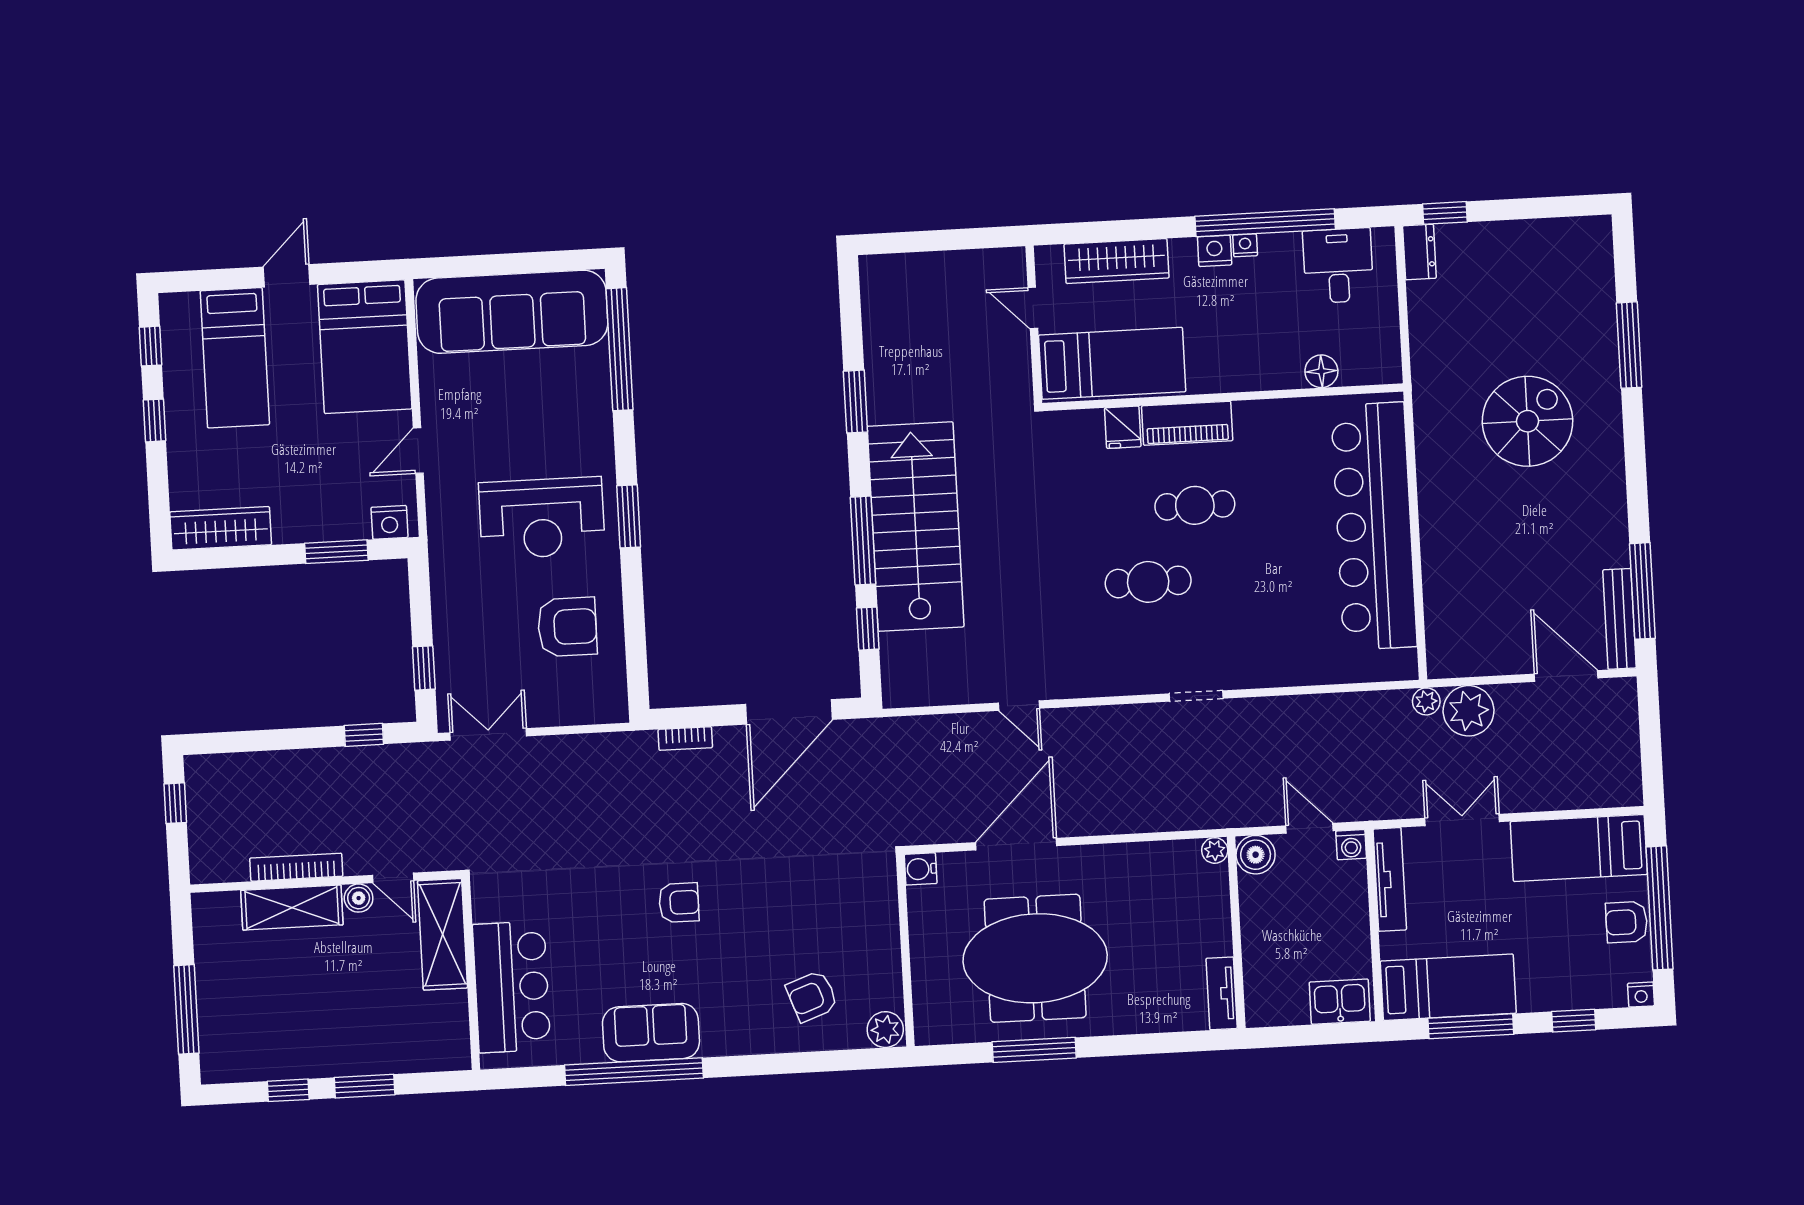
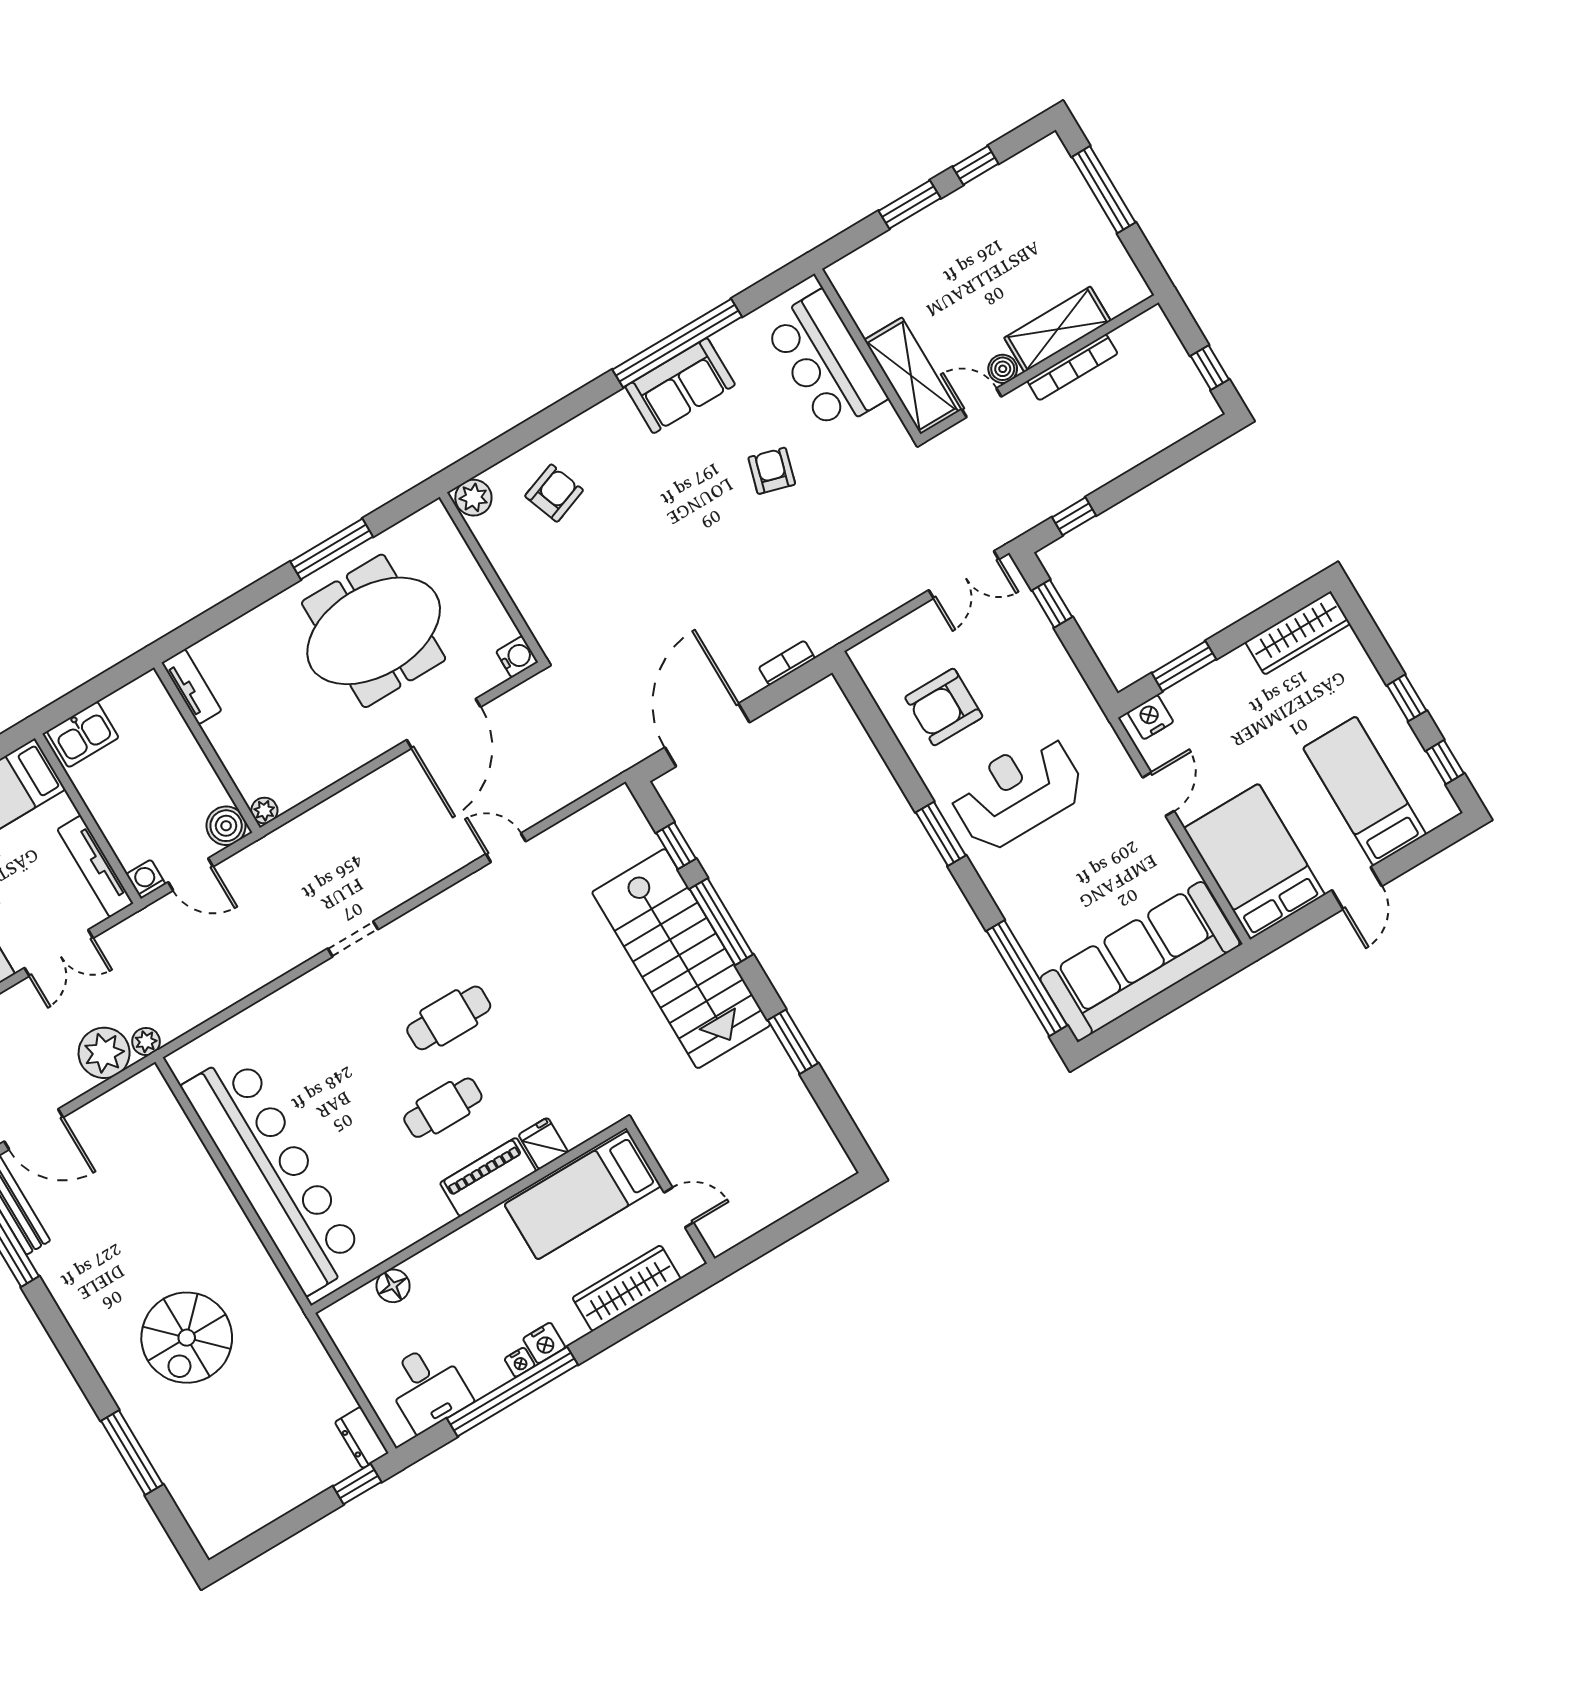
armchair: (679, 903) -> (772, 471), moved, turned 106

